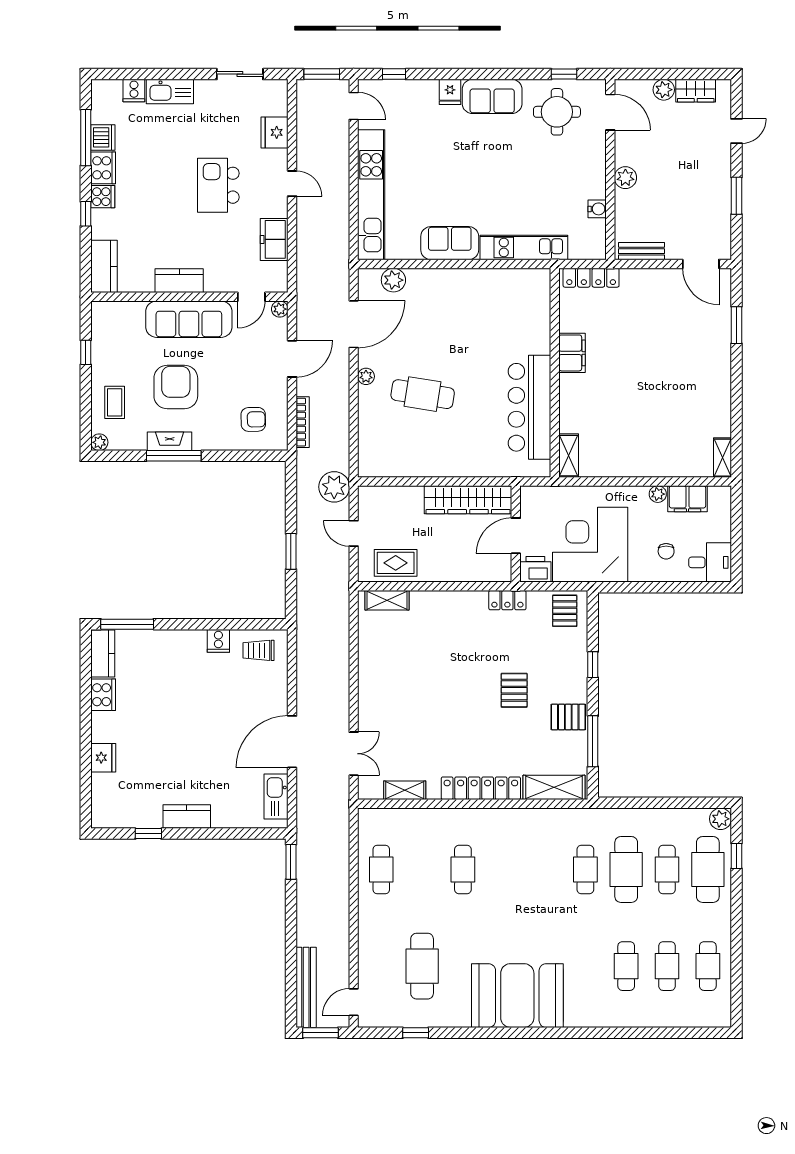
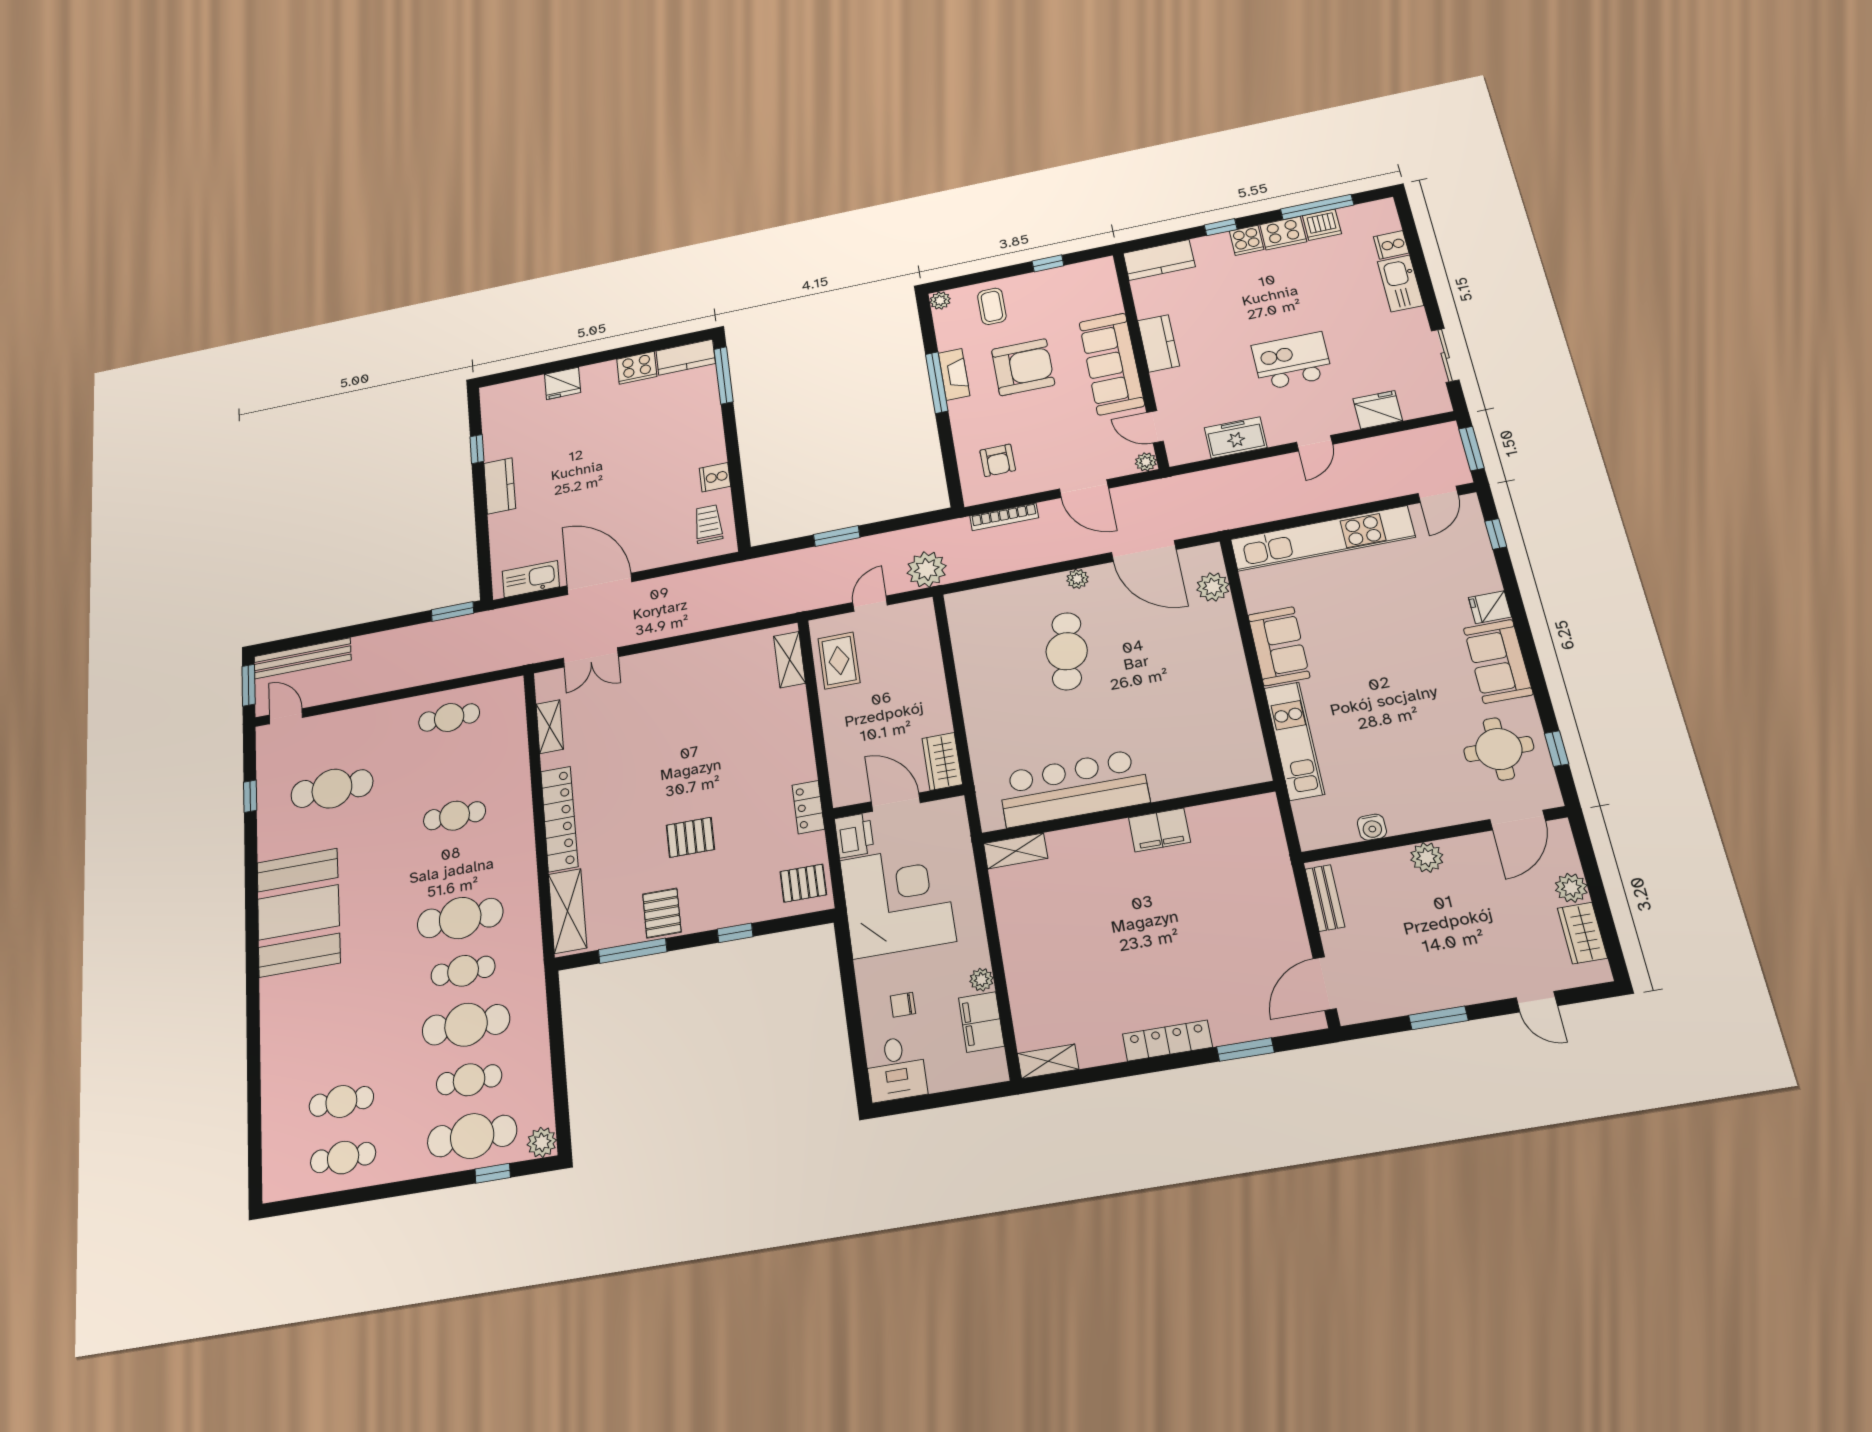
locker: (591, 278) -> (1167, 1041), moved, turned 90
coffee table: (115, 402) -> (992, 306), turned 90
wardrobe: (468, 500) -> (942, 761), width x0.48, depth x0.85
cafe table: (626, 966) -> (460, 918), moved, width x1.37, depth x1.35

